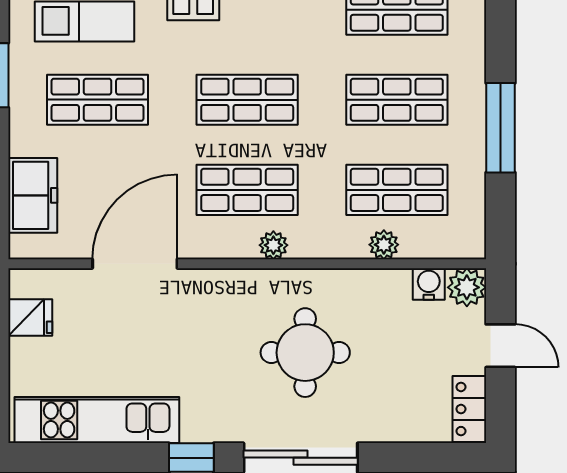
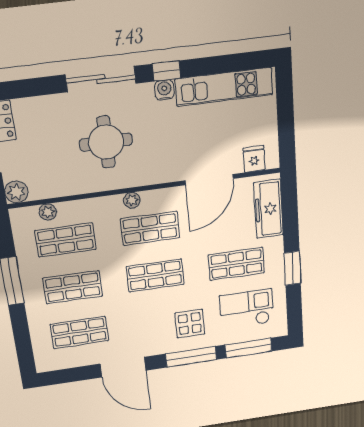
freezer: (33, 195) -> (268, 209), width x1.40
plant: (384, 245) -> (48, 212), moved
water cooler: (429, 284) -> (164, 90), moved, turned 180
fridge: (30, 318) -> (254, 159), moved, turned 90

